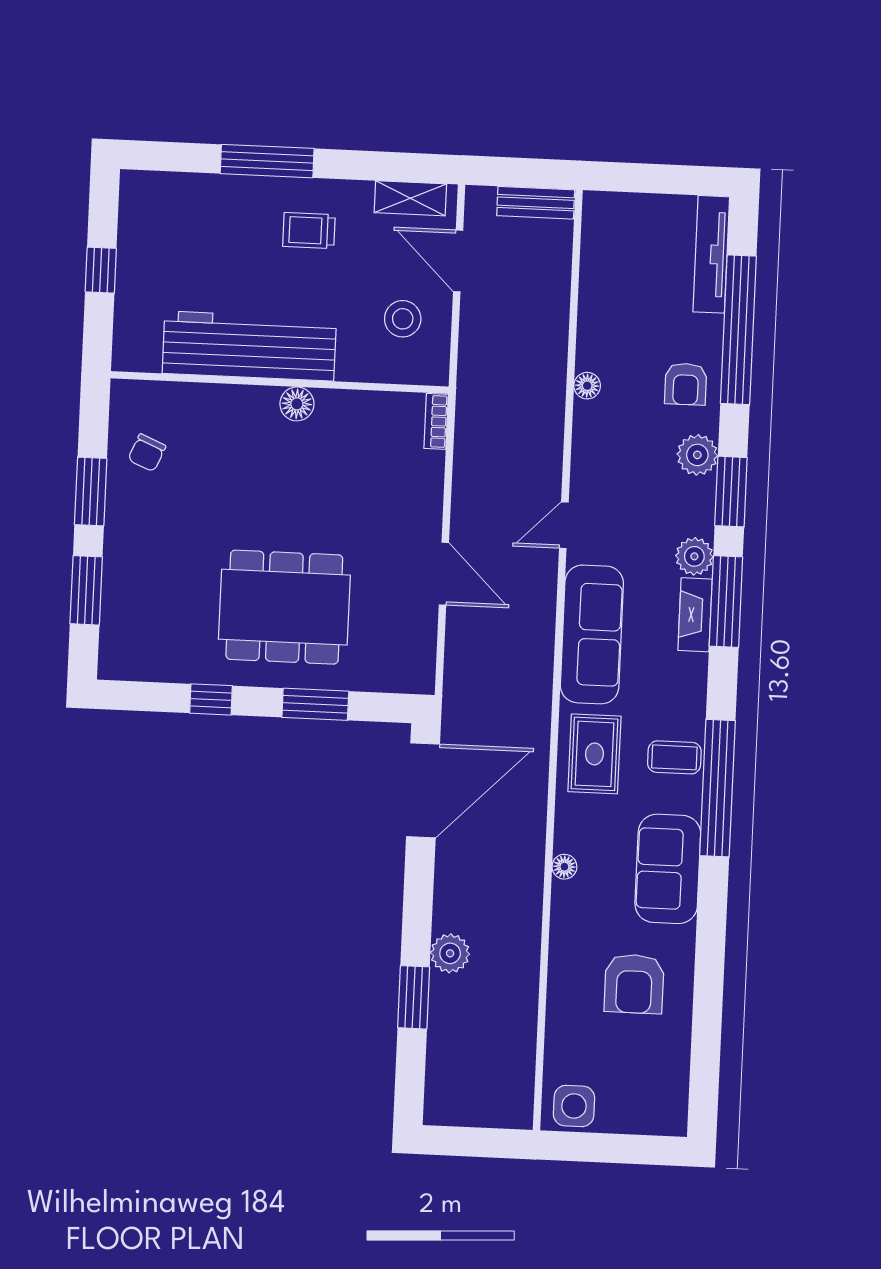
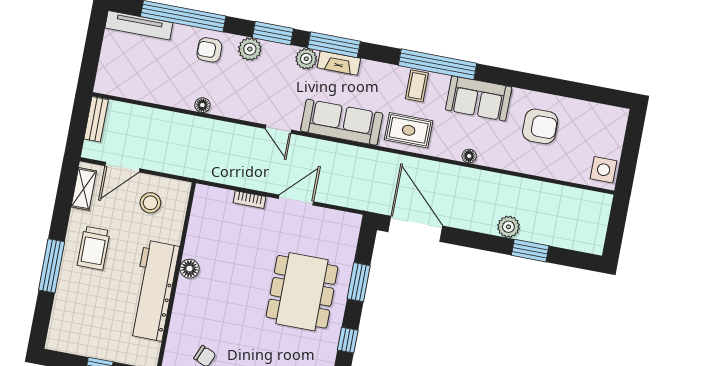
trolley: (309, 230) -> (94, 248), width x1.36, depth x1.39
armchair: (686, 384) -> (209, 50), turned 180
bookcase: (436, 421) -> (249, 200), moved

